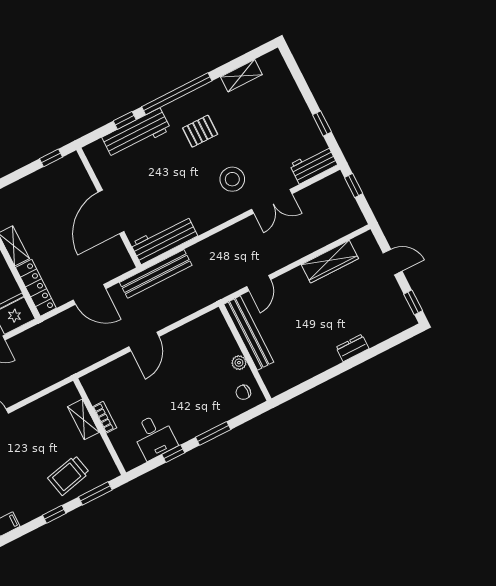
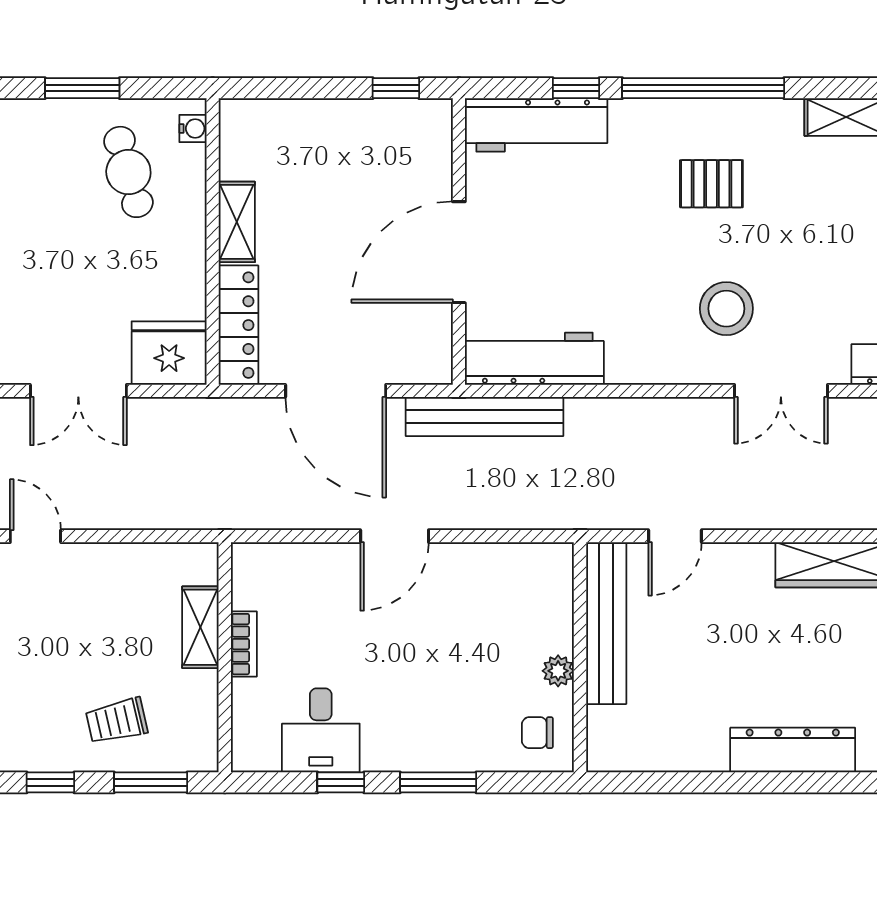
workbench: (136, 133) -> (536, 125), moved
door: (89, 294) -> (336, 391), width x1.36
dresser: (352, 348) -> (793, 750), width x1.96, depth x1.24
trolley: (69, 475) -> (117, 721), width x0.73, depth x0.72

